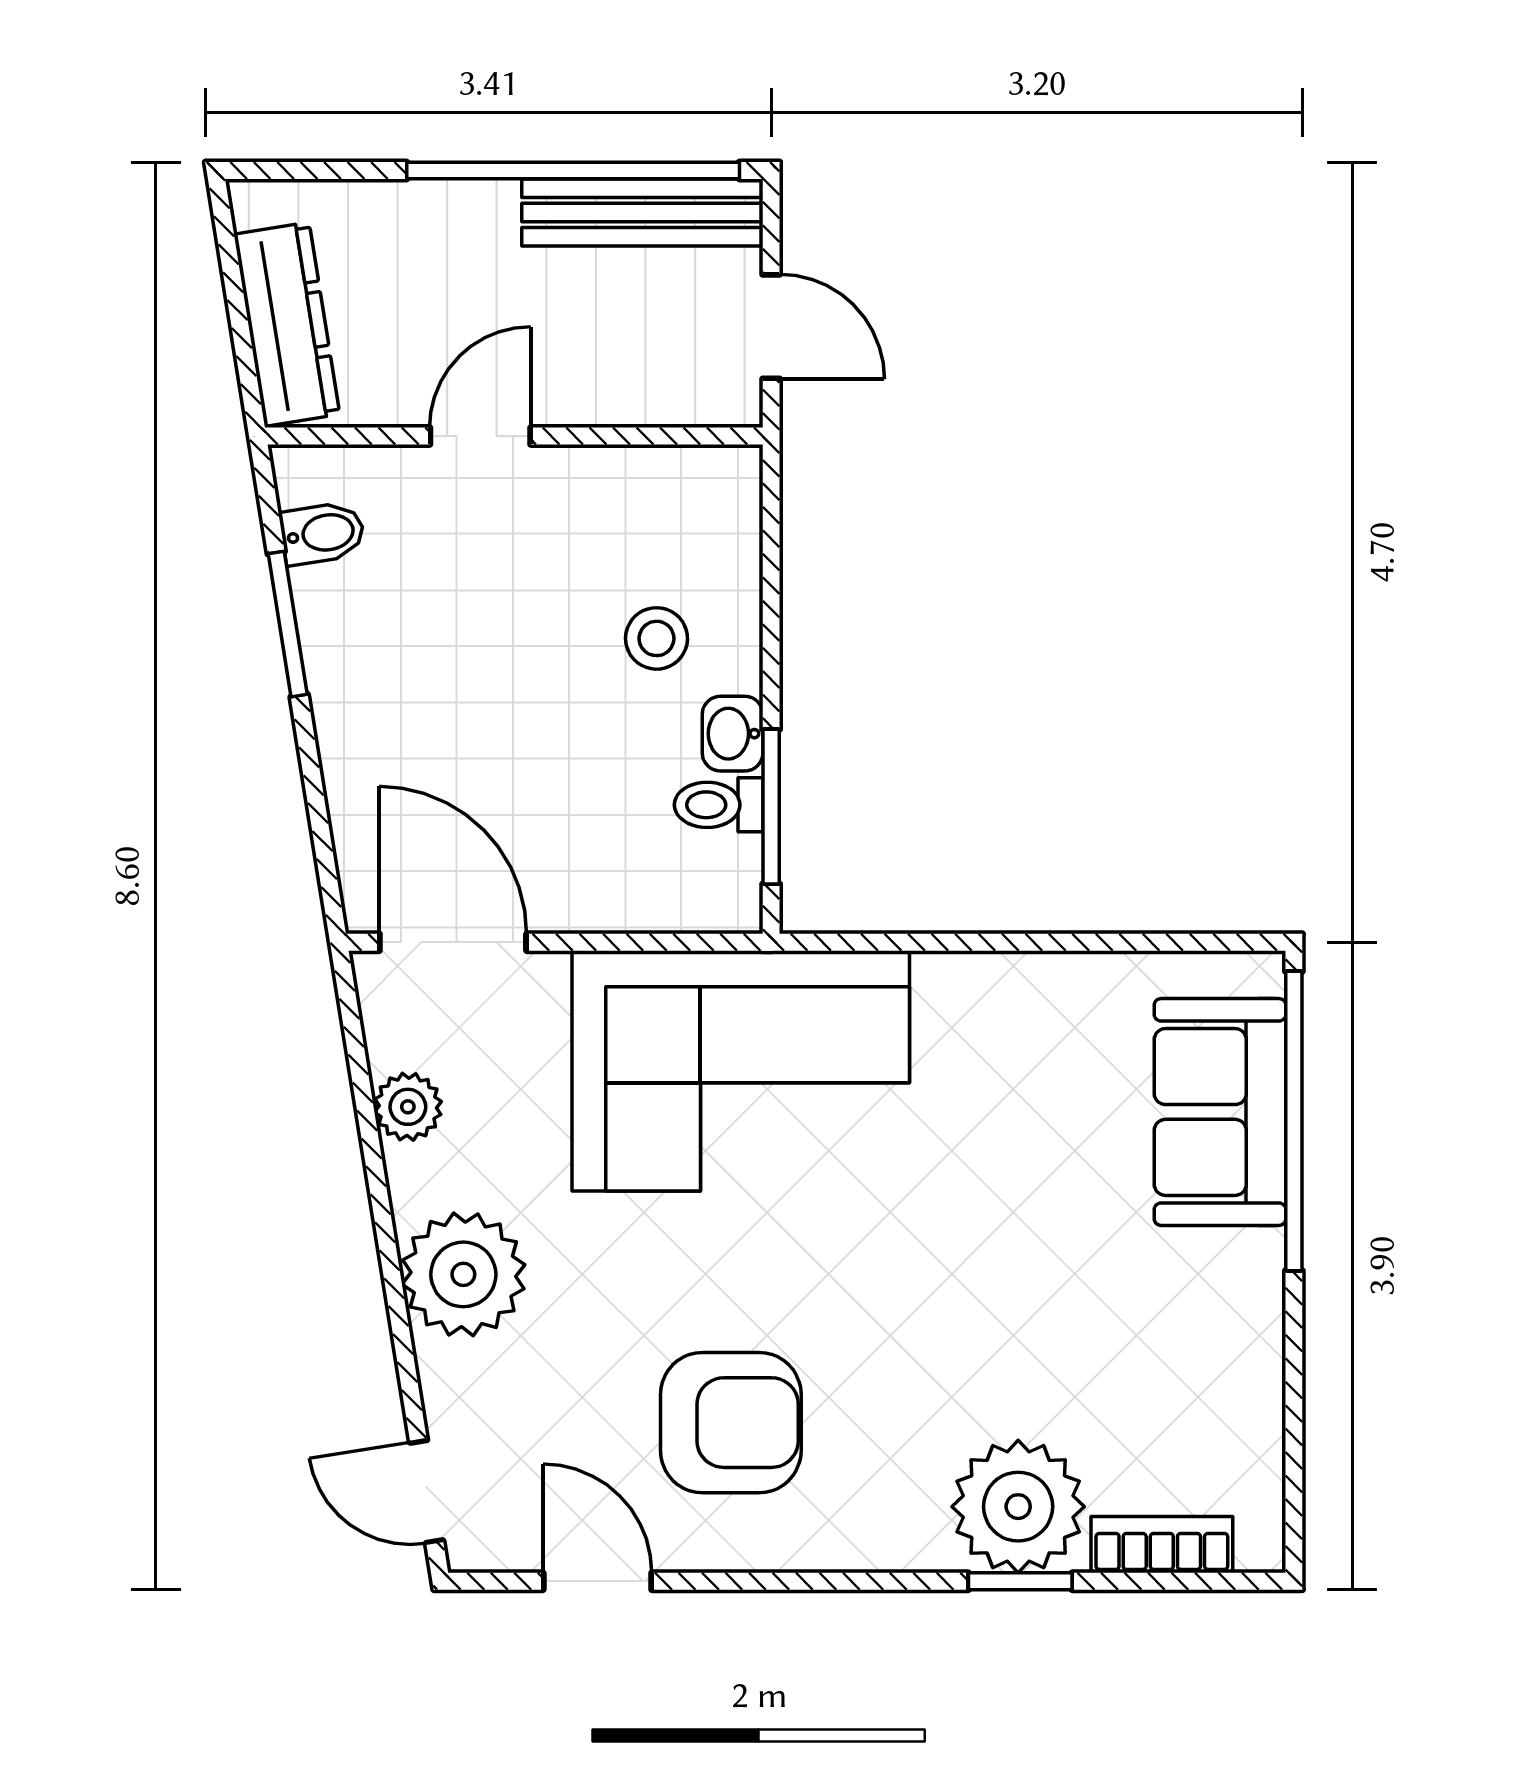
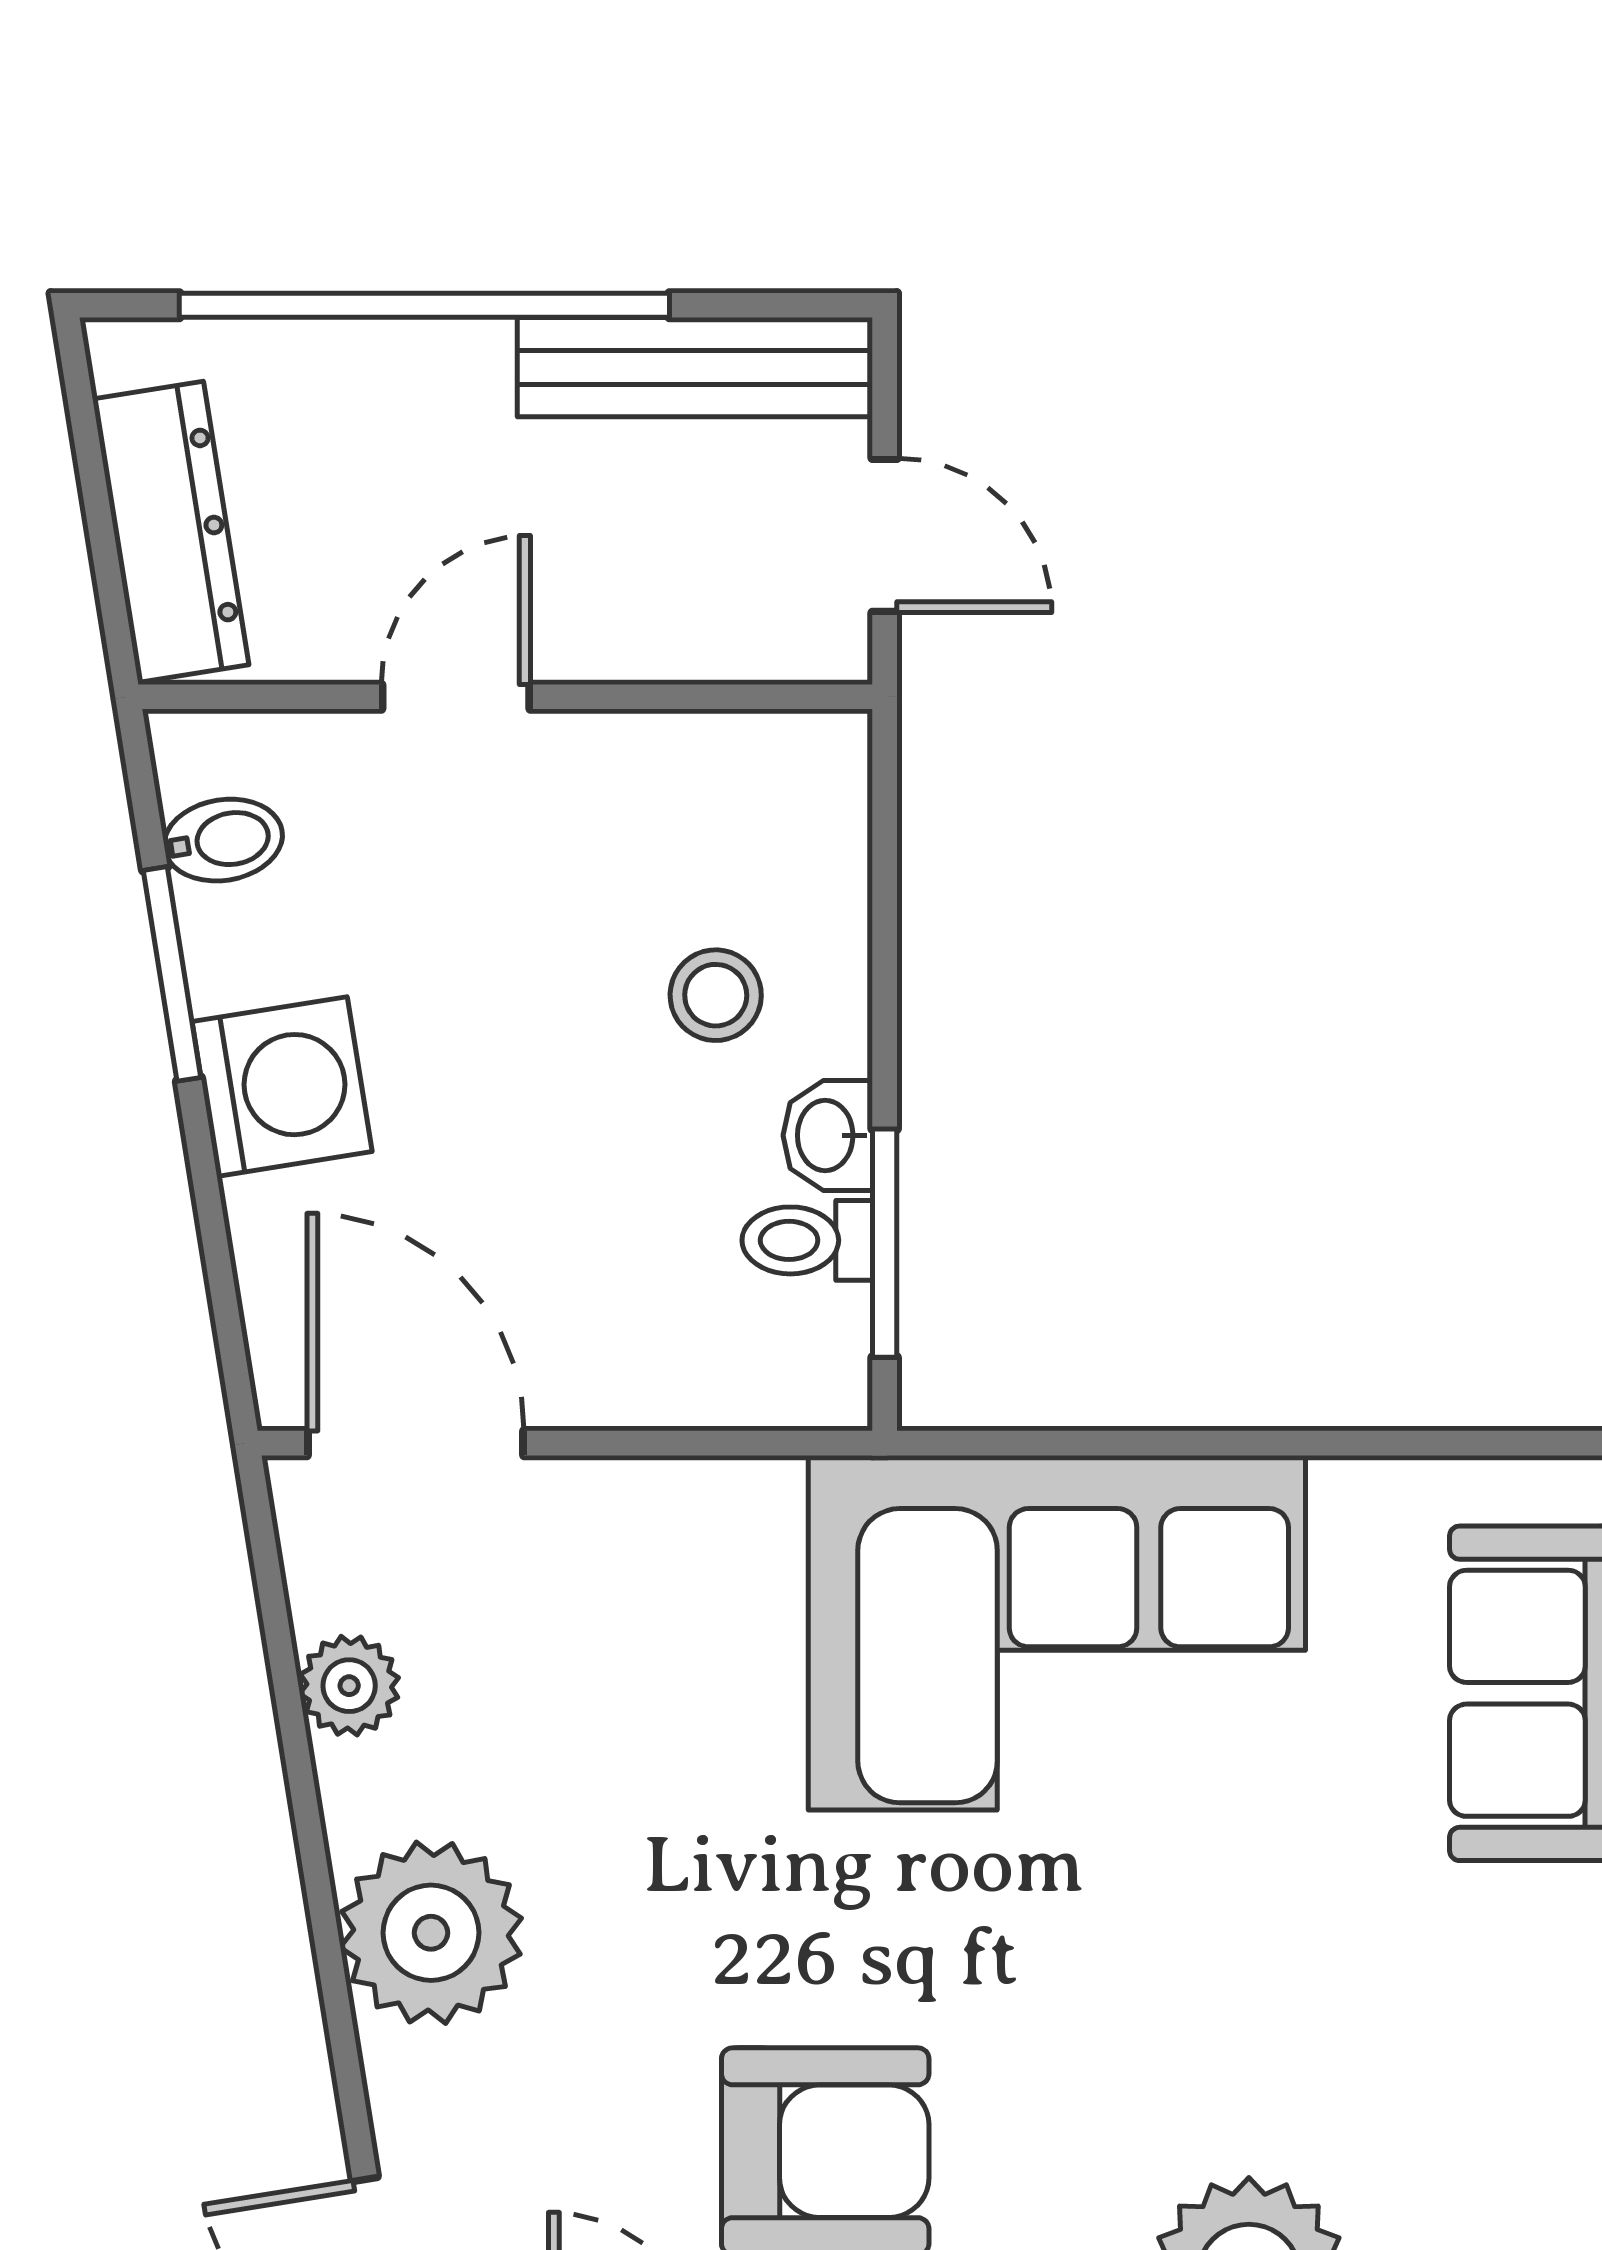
window: (573, 170) -> (424, 305), moved
washing machine: (362, 700) -> (282, 1087), added
corner sofa: (741, 1071) -> (1057, 1633), moved

